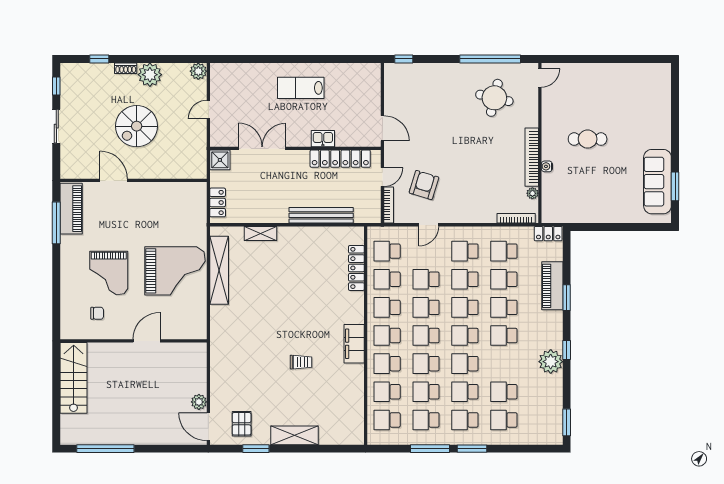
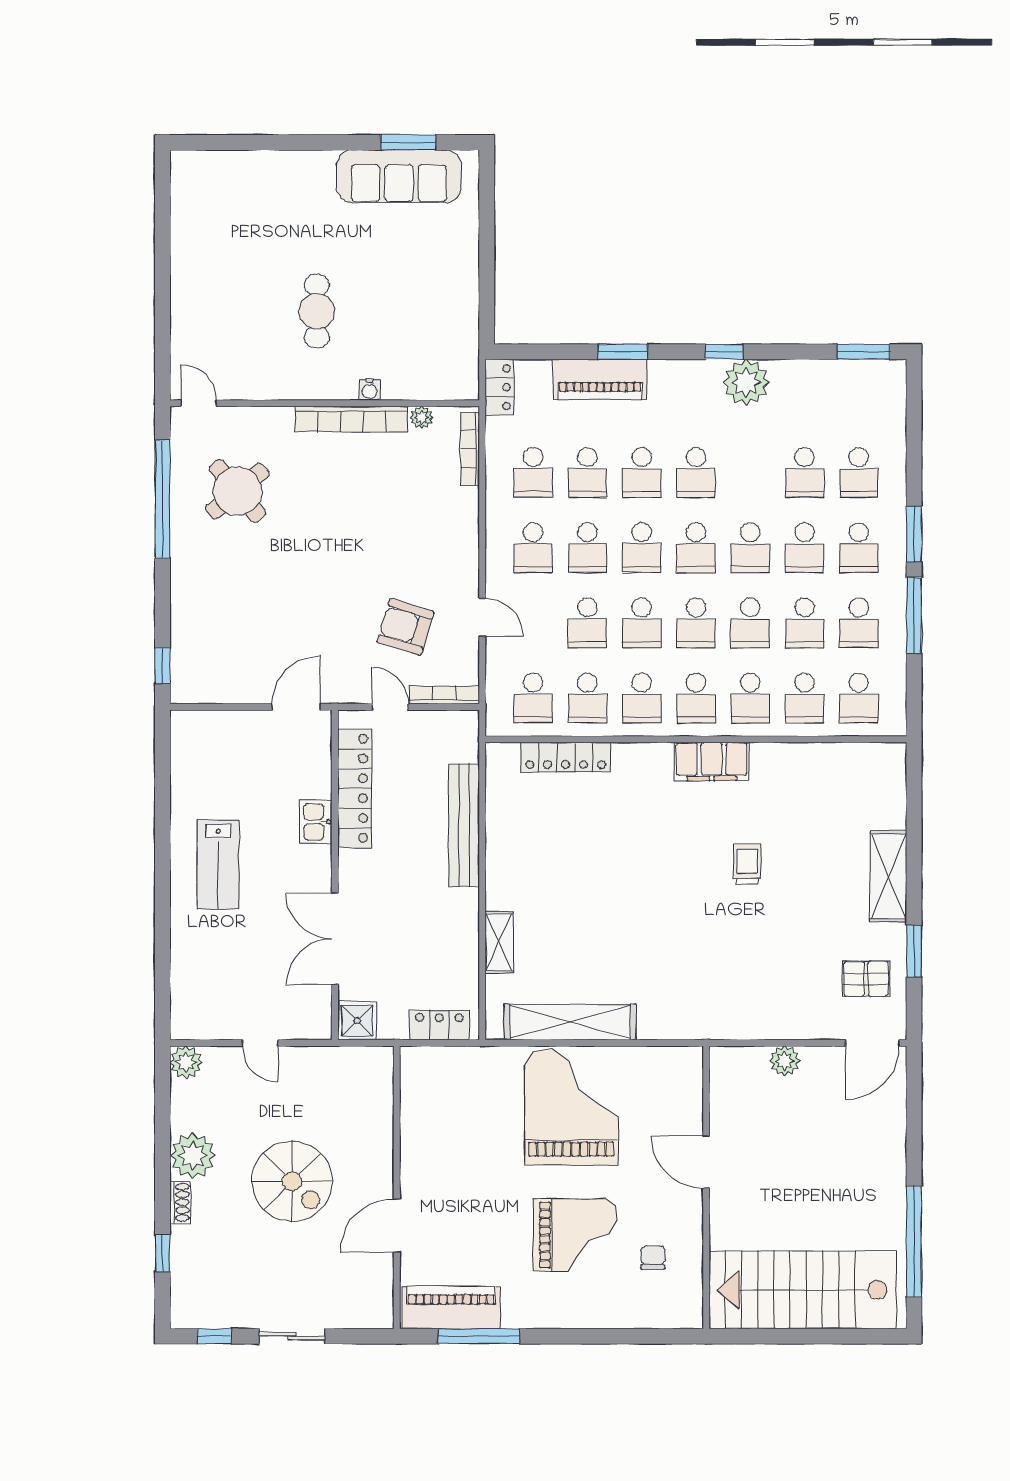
round table: (494, 98) -> (237, 491), turned 37
stairs: (74, 378) -> (803, 1290), width x1.36, depth x1.51
plant: (199, 402) -> (785, 1061), moved

